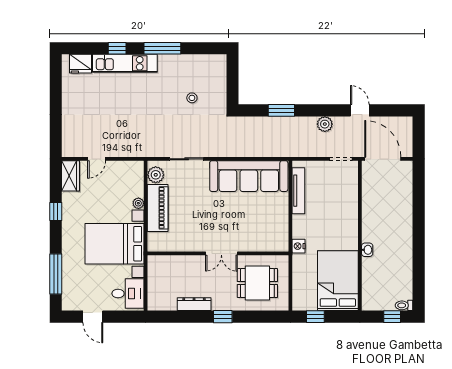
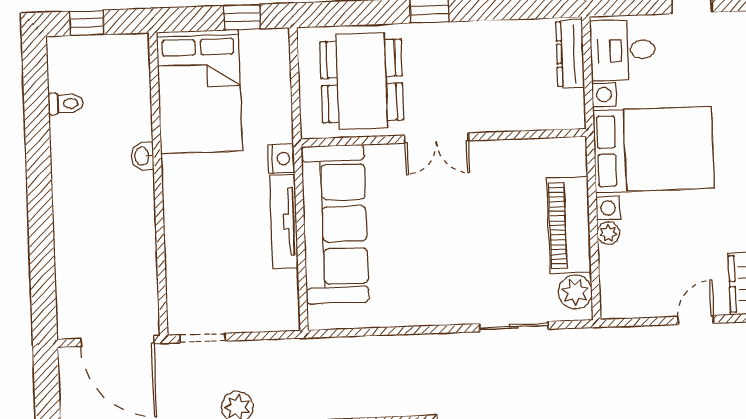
sofa: (249, 176) -> (335, 224), moved, turned 90
tv unit: (298, 191) -> (284, 222), moved
double door: (221, 253) -> (437, 138), swing flipped
dining table: (257, 283) -> (362, 81), width x1.38
dresser: (194, 304) -> (570, 54), moved, turned 90
toilet: (404, 305) -> (66, 104), moved

